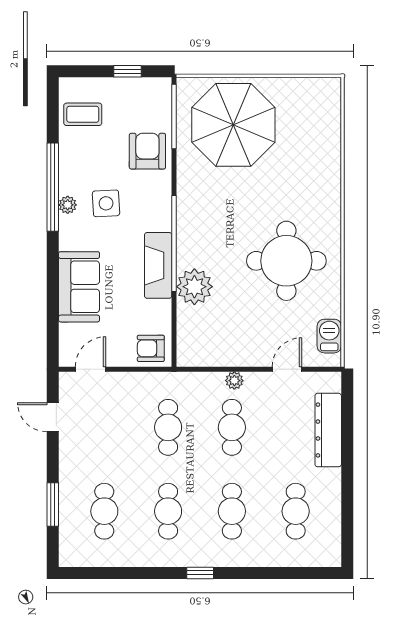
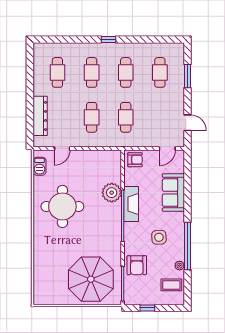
plant: (68, 205) -> (180, 266), moved
plant: (234, 381) -> (90, 142), removed

